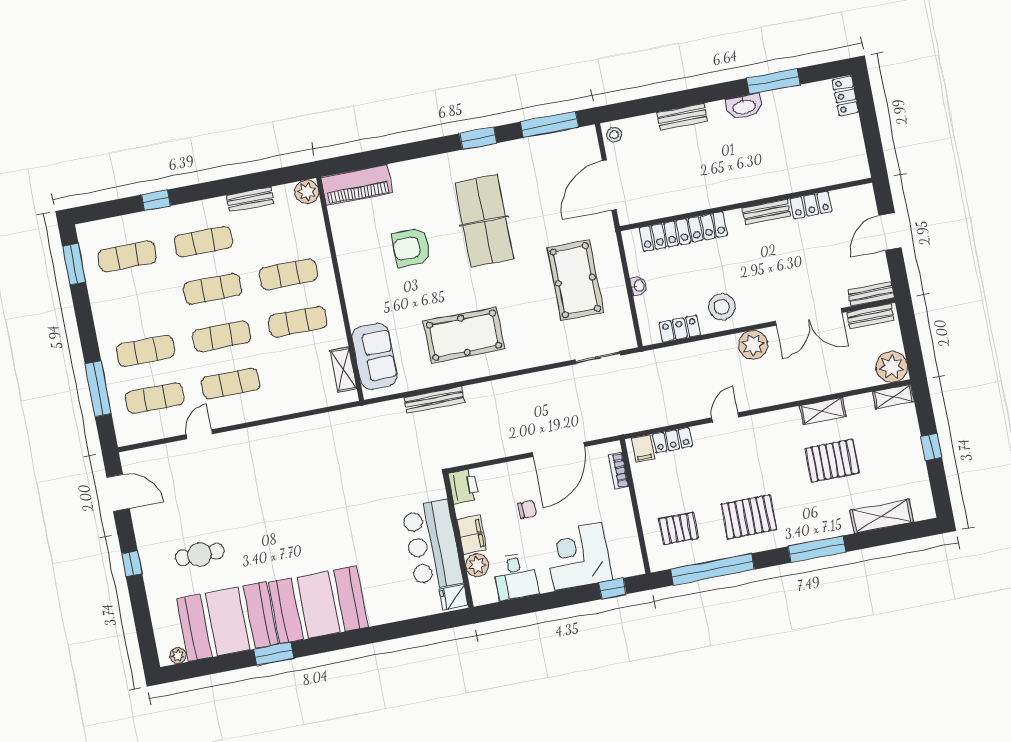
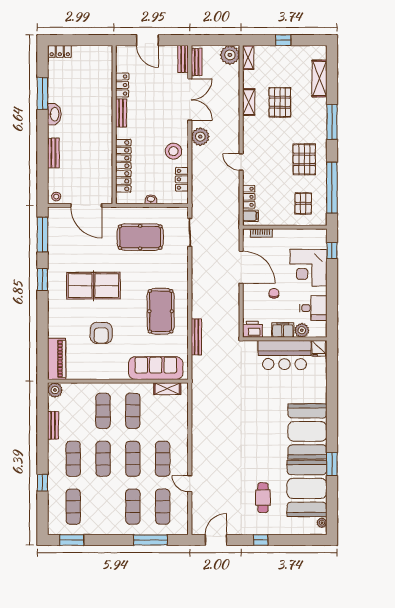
sofa: (375, 356) -> (156, 368), width x1.36

